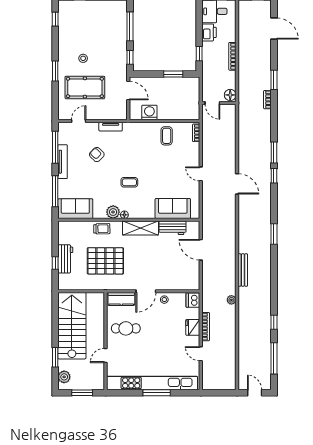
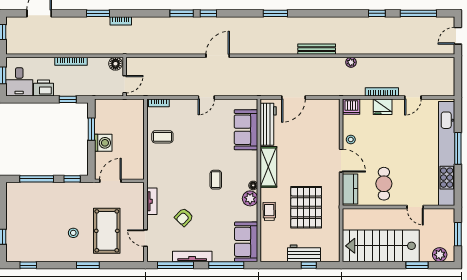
washing machine: (149, 113) -> (103, 143), moved, turned 180
workbench: (173, 228) -> (268, 124), width x1.38

